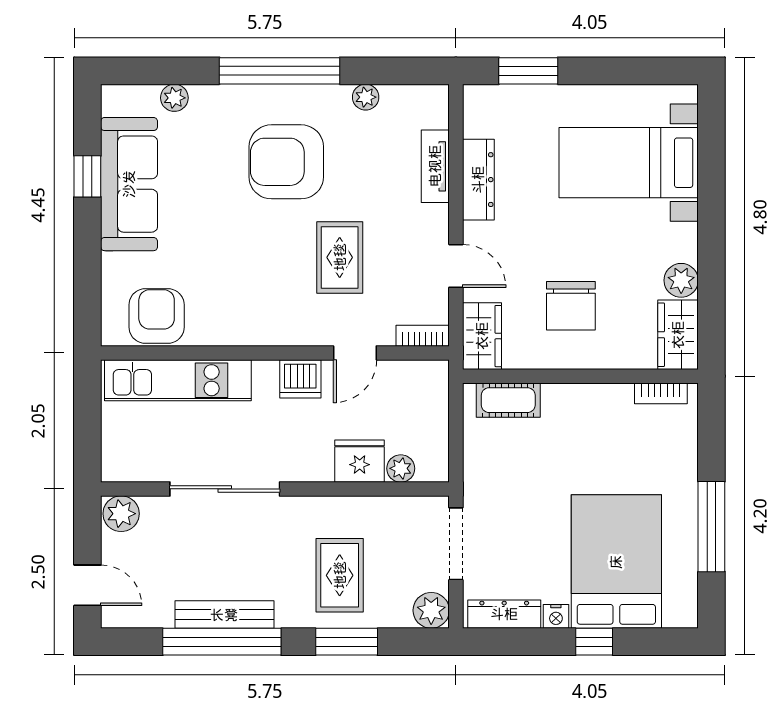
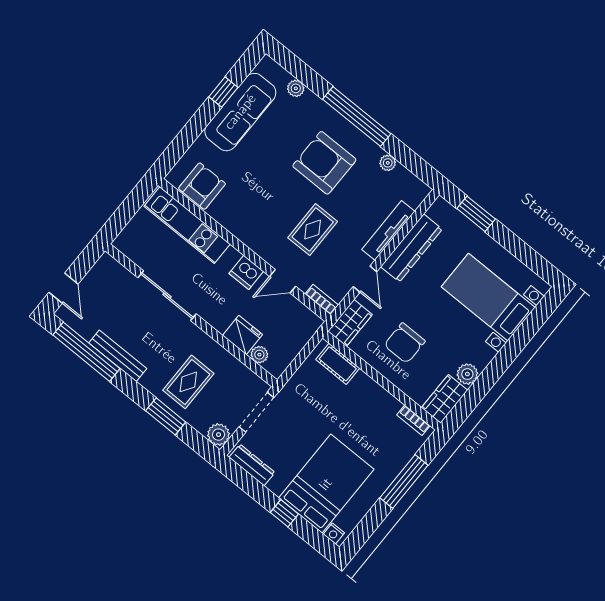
tv unit: (435, 166) -> (388, 230), width x1.41
dresser: (478, 180) -> (411, 248), width x1.37, depth x1.24
plant: (121, 514) -> (108, 267), removed
window: (711, 527) -> (404, 482), moved
nightstand: (556, 616) -> (334, 533), moved
window: (222, 642) -> (86, 352), moved

